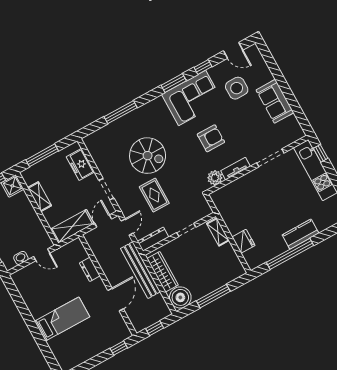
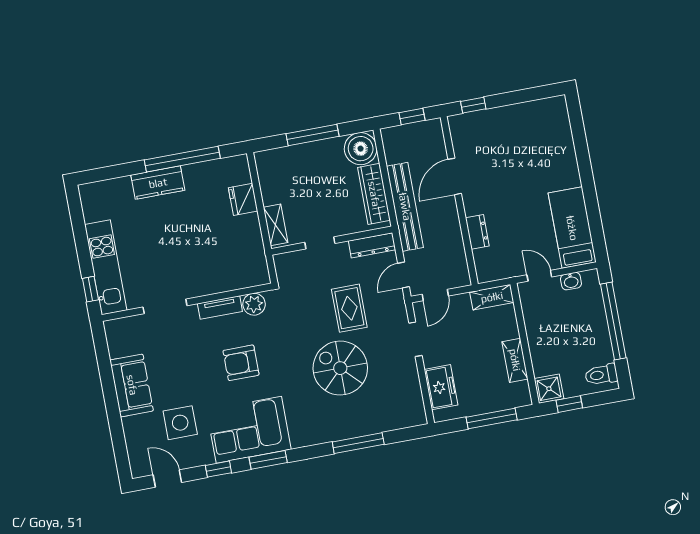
shelving: (72, 226) -> (492, 297), width x0.67, depth x0.75
bed: (62, 319) -> (572, 228), moved, turned 90

